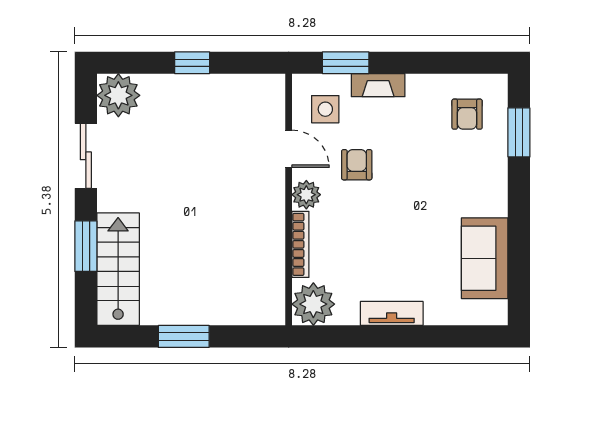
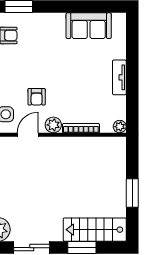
armchair: (357, 165) -> (37, 97), turned -90
plant: (313, 304) -> (120, 127), width x0.53, depth x0.53

